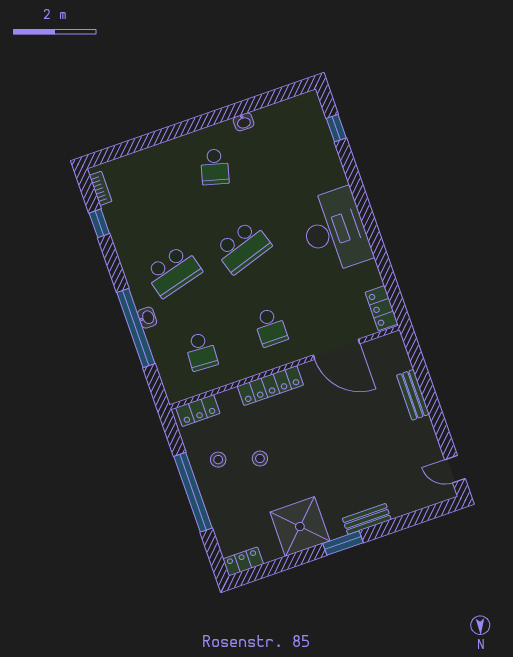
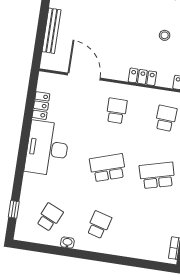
school desk: (284, 143) -> (50, 217), added
locker: (381, 308) -> (41, 106), moved
locker: (270, 386) -> (142, 77), width x0.66
bench: (413, 395) -> (52, 31), width x1.36

